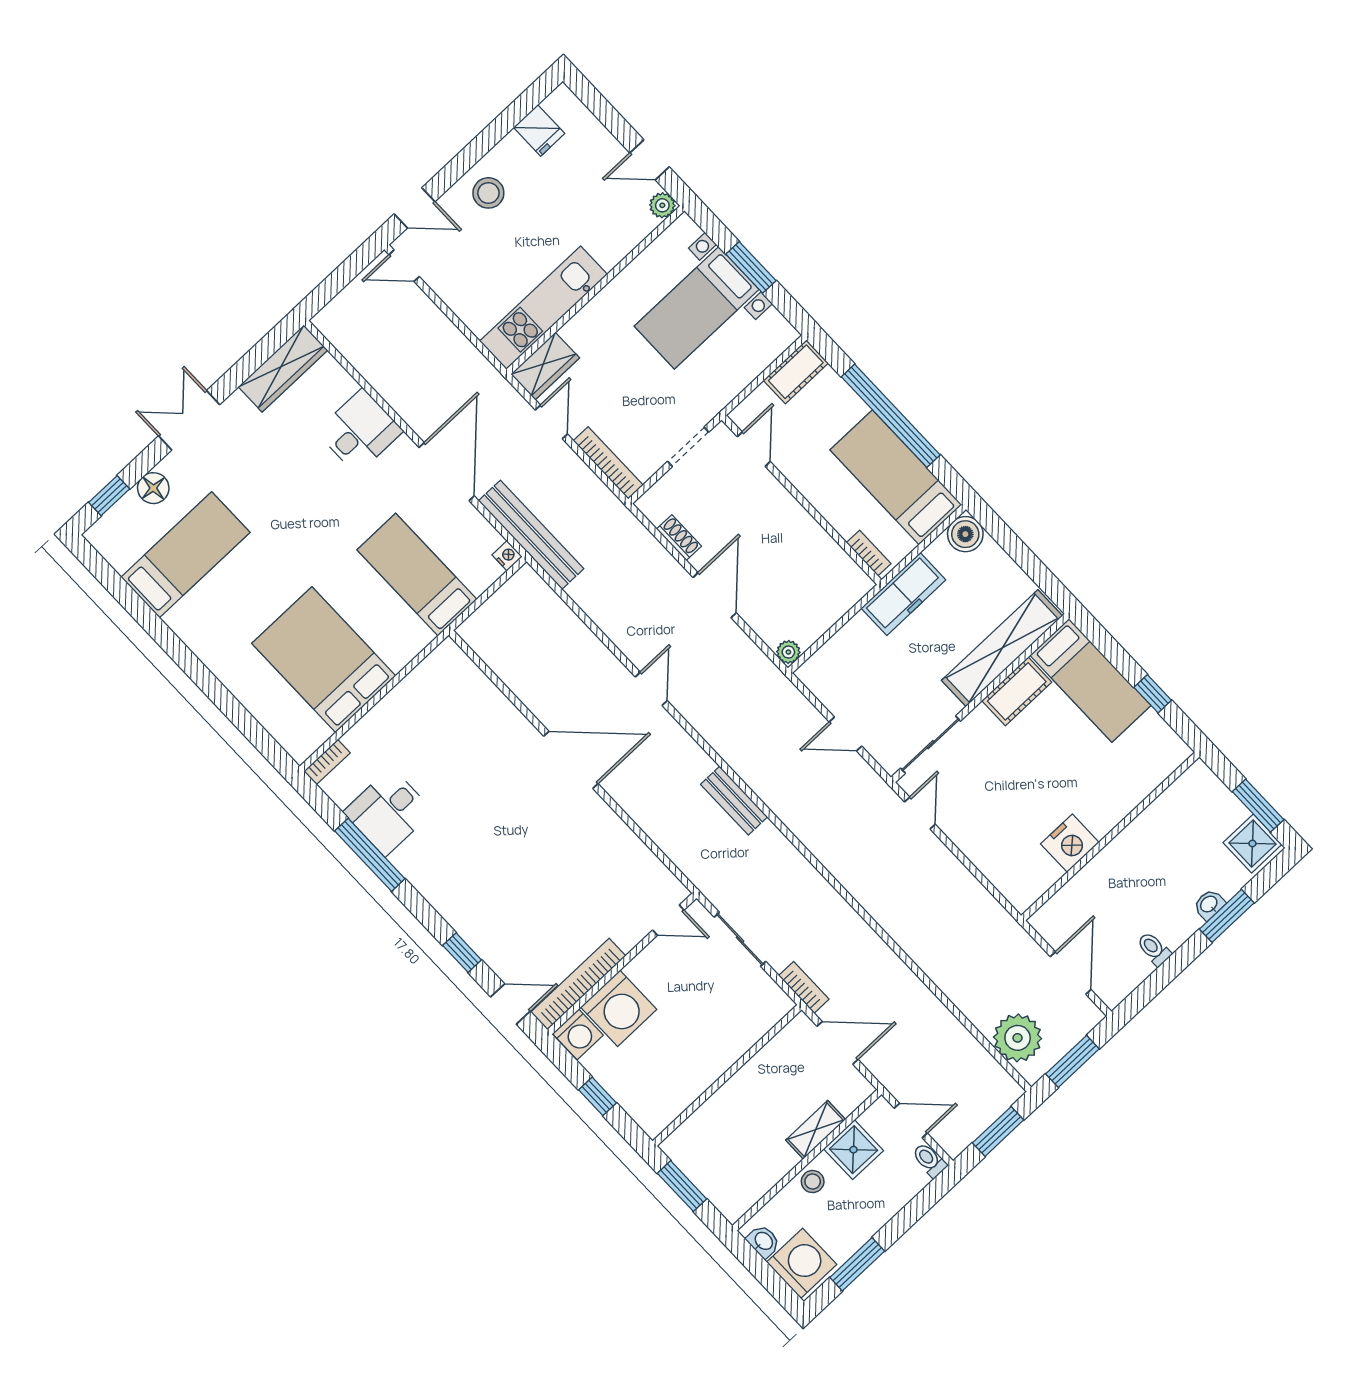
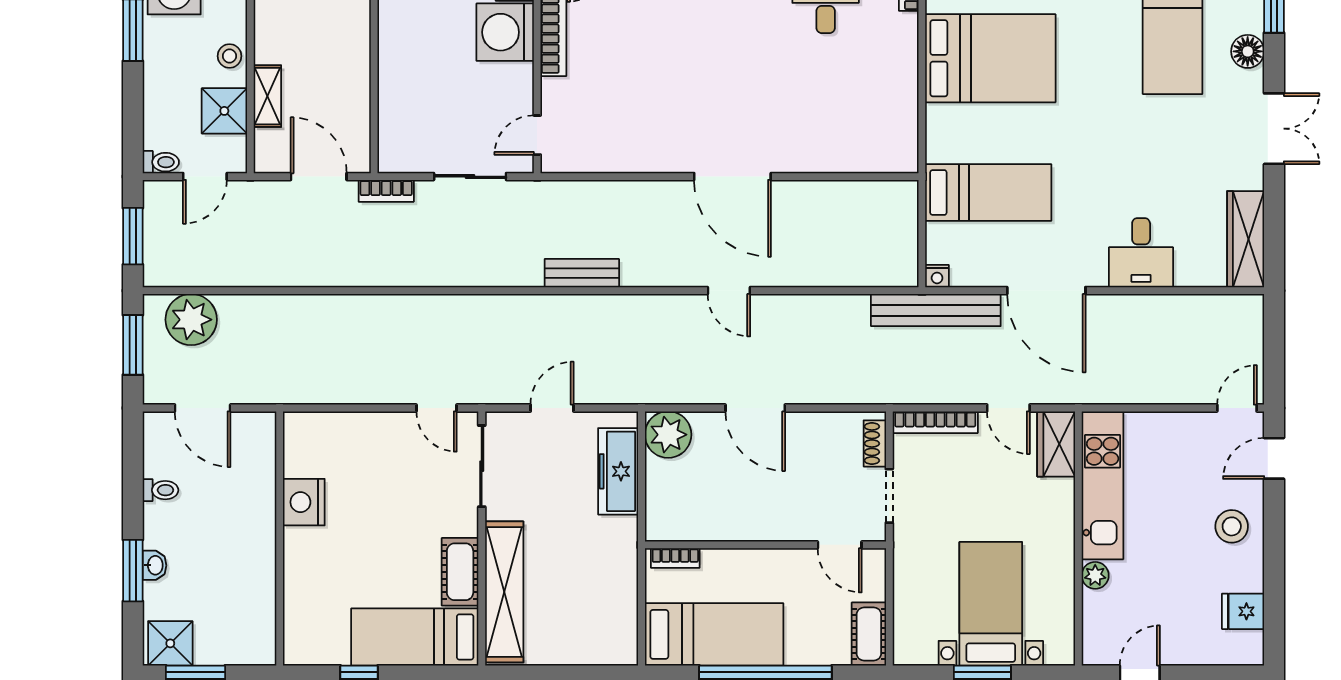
plant: (662, 205) -> (1095, 575), moved
boiler: (965, 534) -> (619, 647), removed
shoe rack: (679, 538) -> (875, 443), moved, turned 90
freezer: (903, 594) -> (618, 471), moved
plant: (788, 652) -> (668, 435), width x1.87, depth x1.87
door: (571, 760) -> (732, 177), hinge flipped
door: (838, 1043) -> (319, 177), swing flipped

